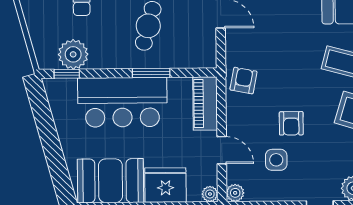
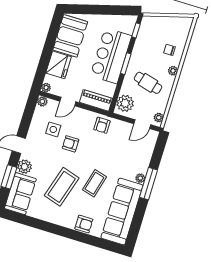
plant: (73, 54) -> (125, 103), moved
window: (151, 73) -> (126, 64), moved
armchair: (243, 81) -> (102, 125), turned 79

